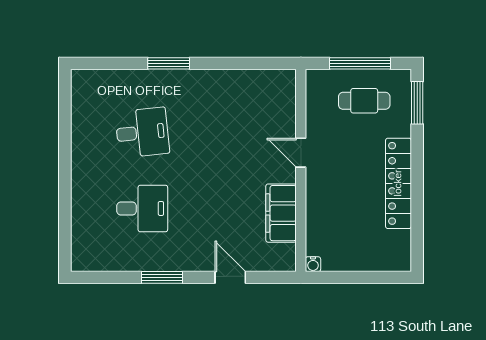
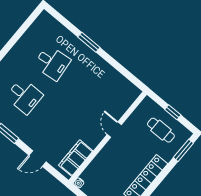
window: (360, 63) -> (173, 112), width x0.46
filing cabinet: (281, 213) -> (76, 158), moved
door: (230, 277) -> (38, 158), swing flipped

